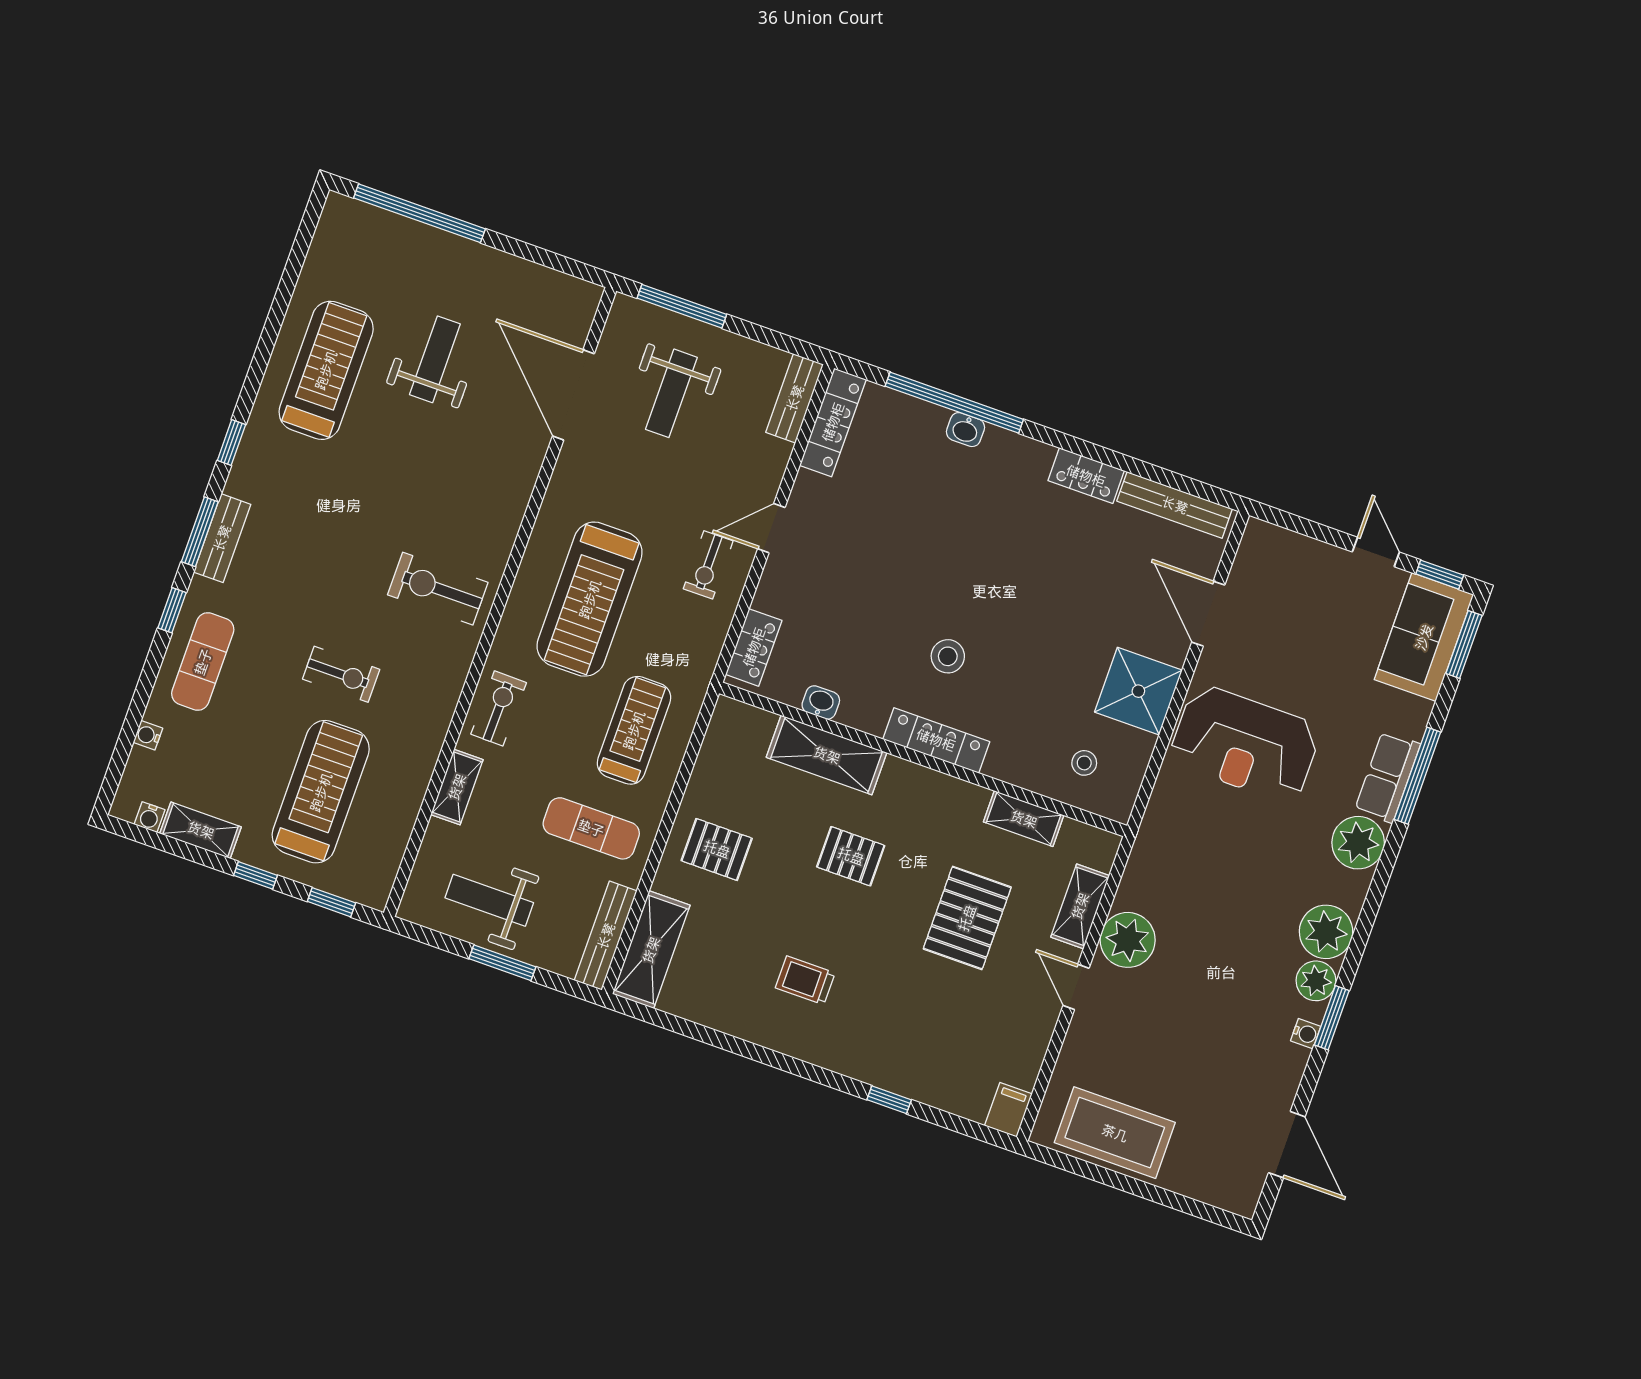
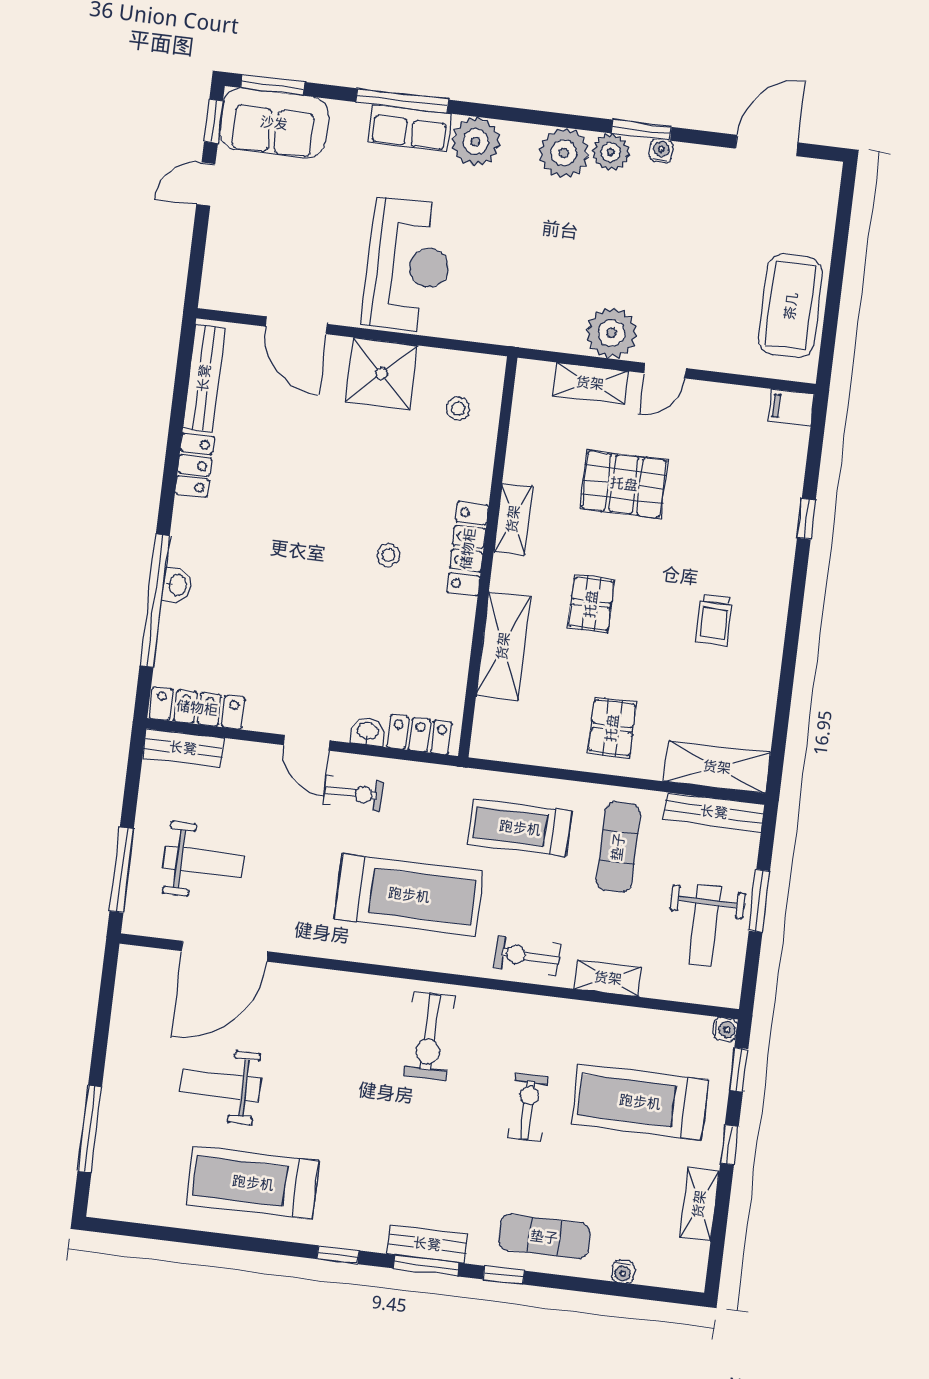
window: (420, 213) -> (90, 1129), width x0.68
door: (1208, 614) -> (296, 325), hinge flipped
stool: (948, 656) -> (388, 555), width x0.73, depth x0.73
washbasin: (821, 703) -> (368, 732), moved, turned 90
water cooler: (150, 817) -> (725, 1029), moved
shelving: (1024, 819) -> (513, 519), moved

